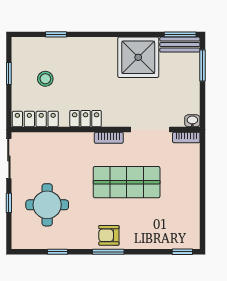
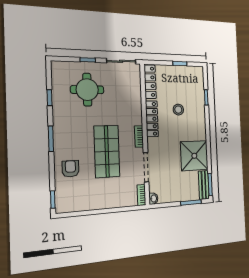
stool: (45, 79) -> (178, 110), moved
locker: (86, 119) -> (152, 119), width x1.53
armchair: (109, 235) -> (70, 169), moved

